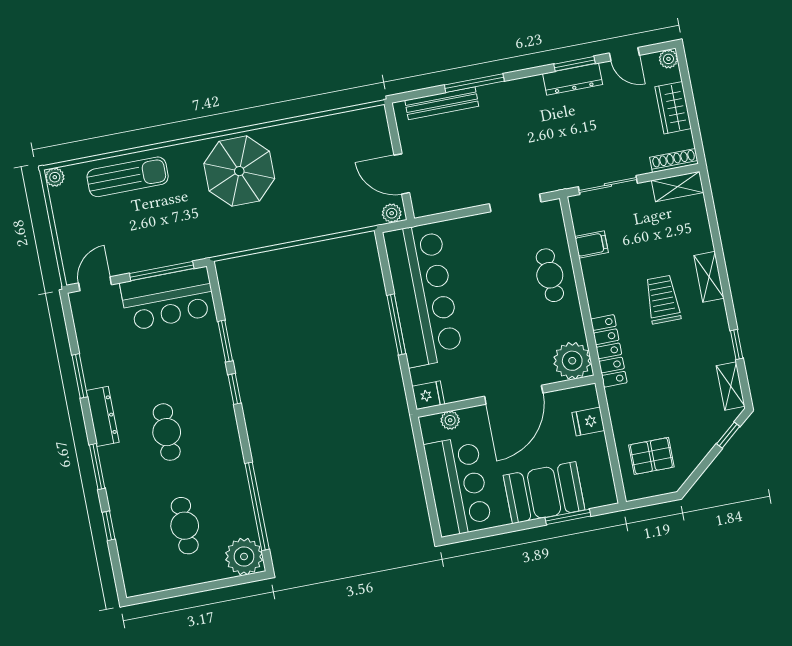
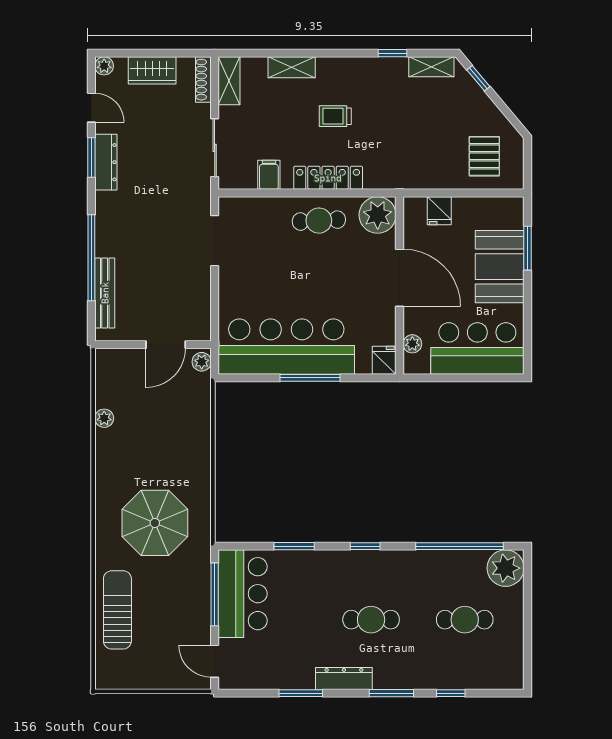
door: (624, 54) -> (91, 108), hinge flipped
window: (474, 83) -> (91, 258), width x1.46
parasol: (239, 171) -> (155, 523), moved
plant: (55, 177) -> (104, 418), moved
cafe table: (550, 275) -> (319, 221), moved
shelving: (709, 277) -> (292, 67), moved
trolley: (663, 300) -> (335, 116), width x0.73, depth x0.72
locker: (609, 351) -> (328, 178), moved
window: (234, 389) -> (365, 546), moved

